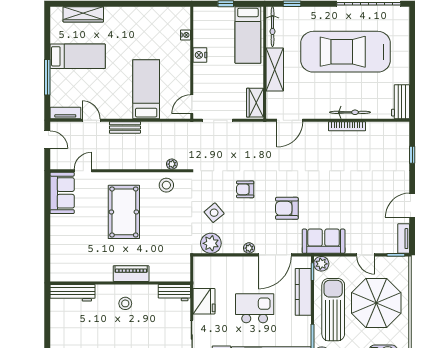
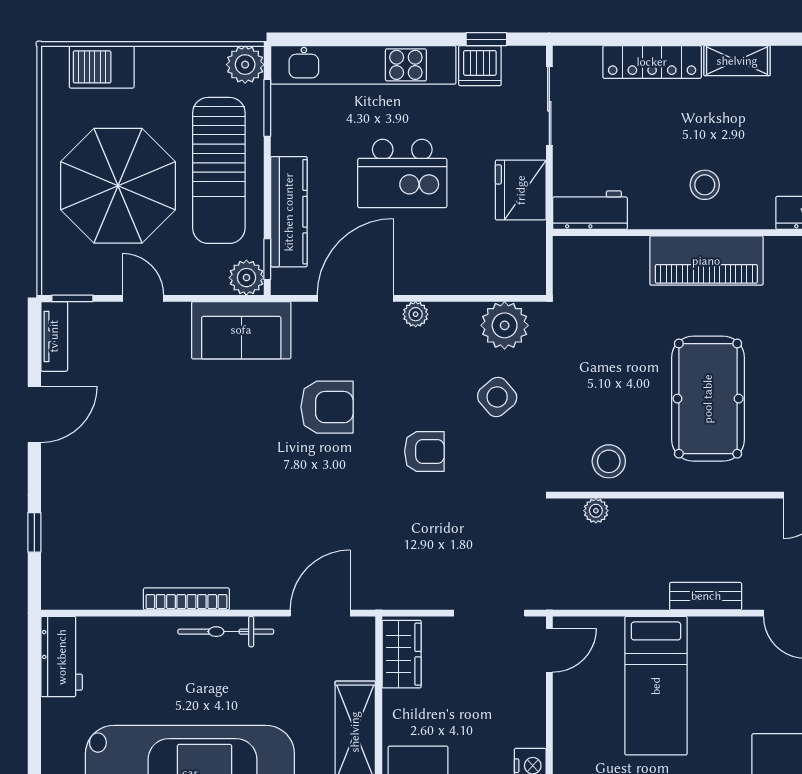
bicycle: (350, 112) -> (226, 632), moved
piano: (131, 274) -> (706, 261), width x1.37, depth x1.33

